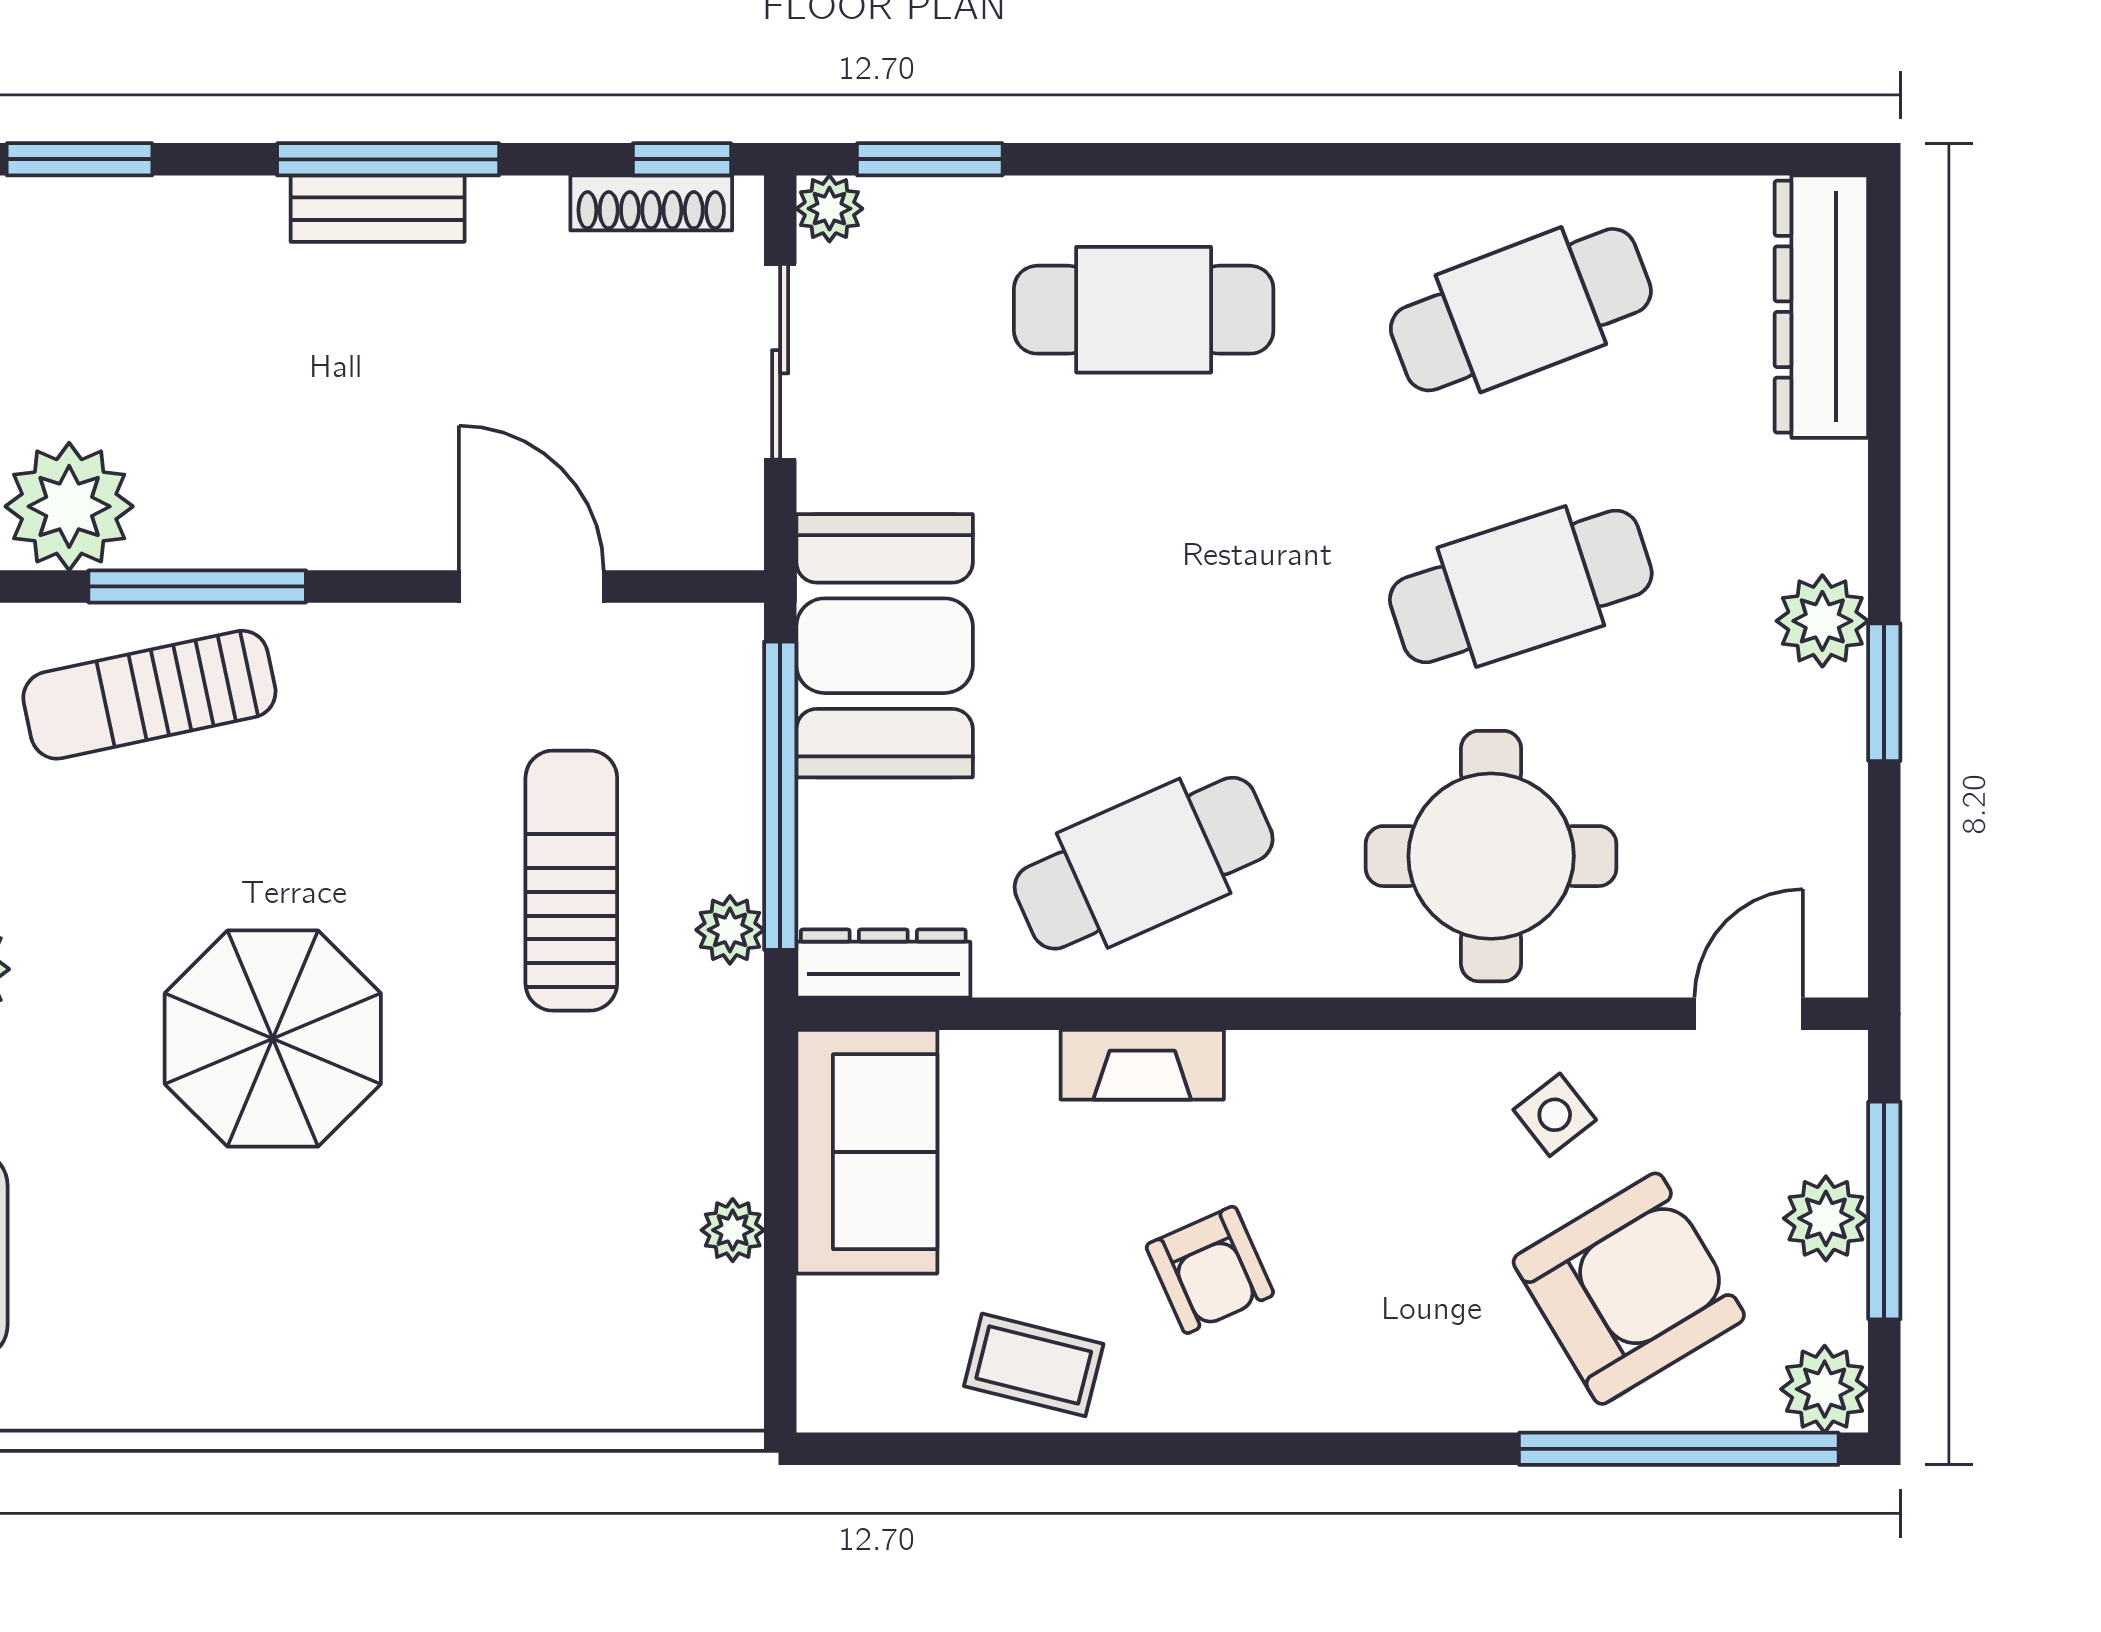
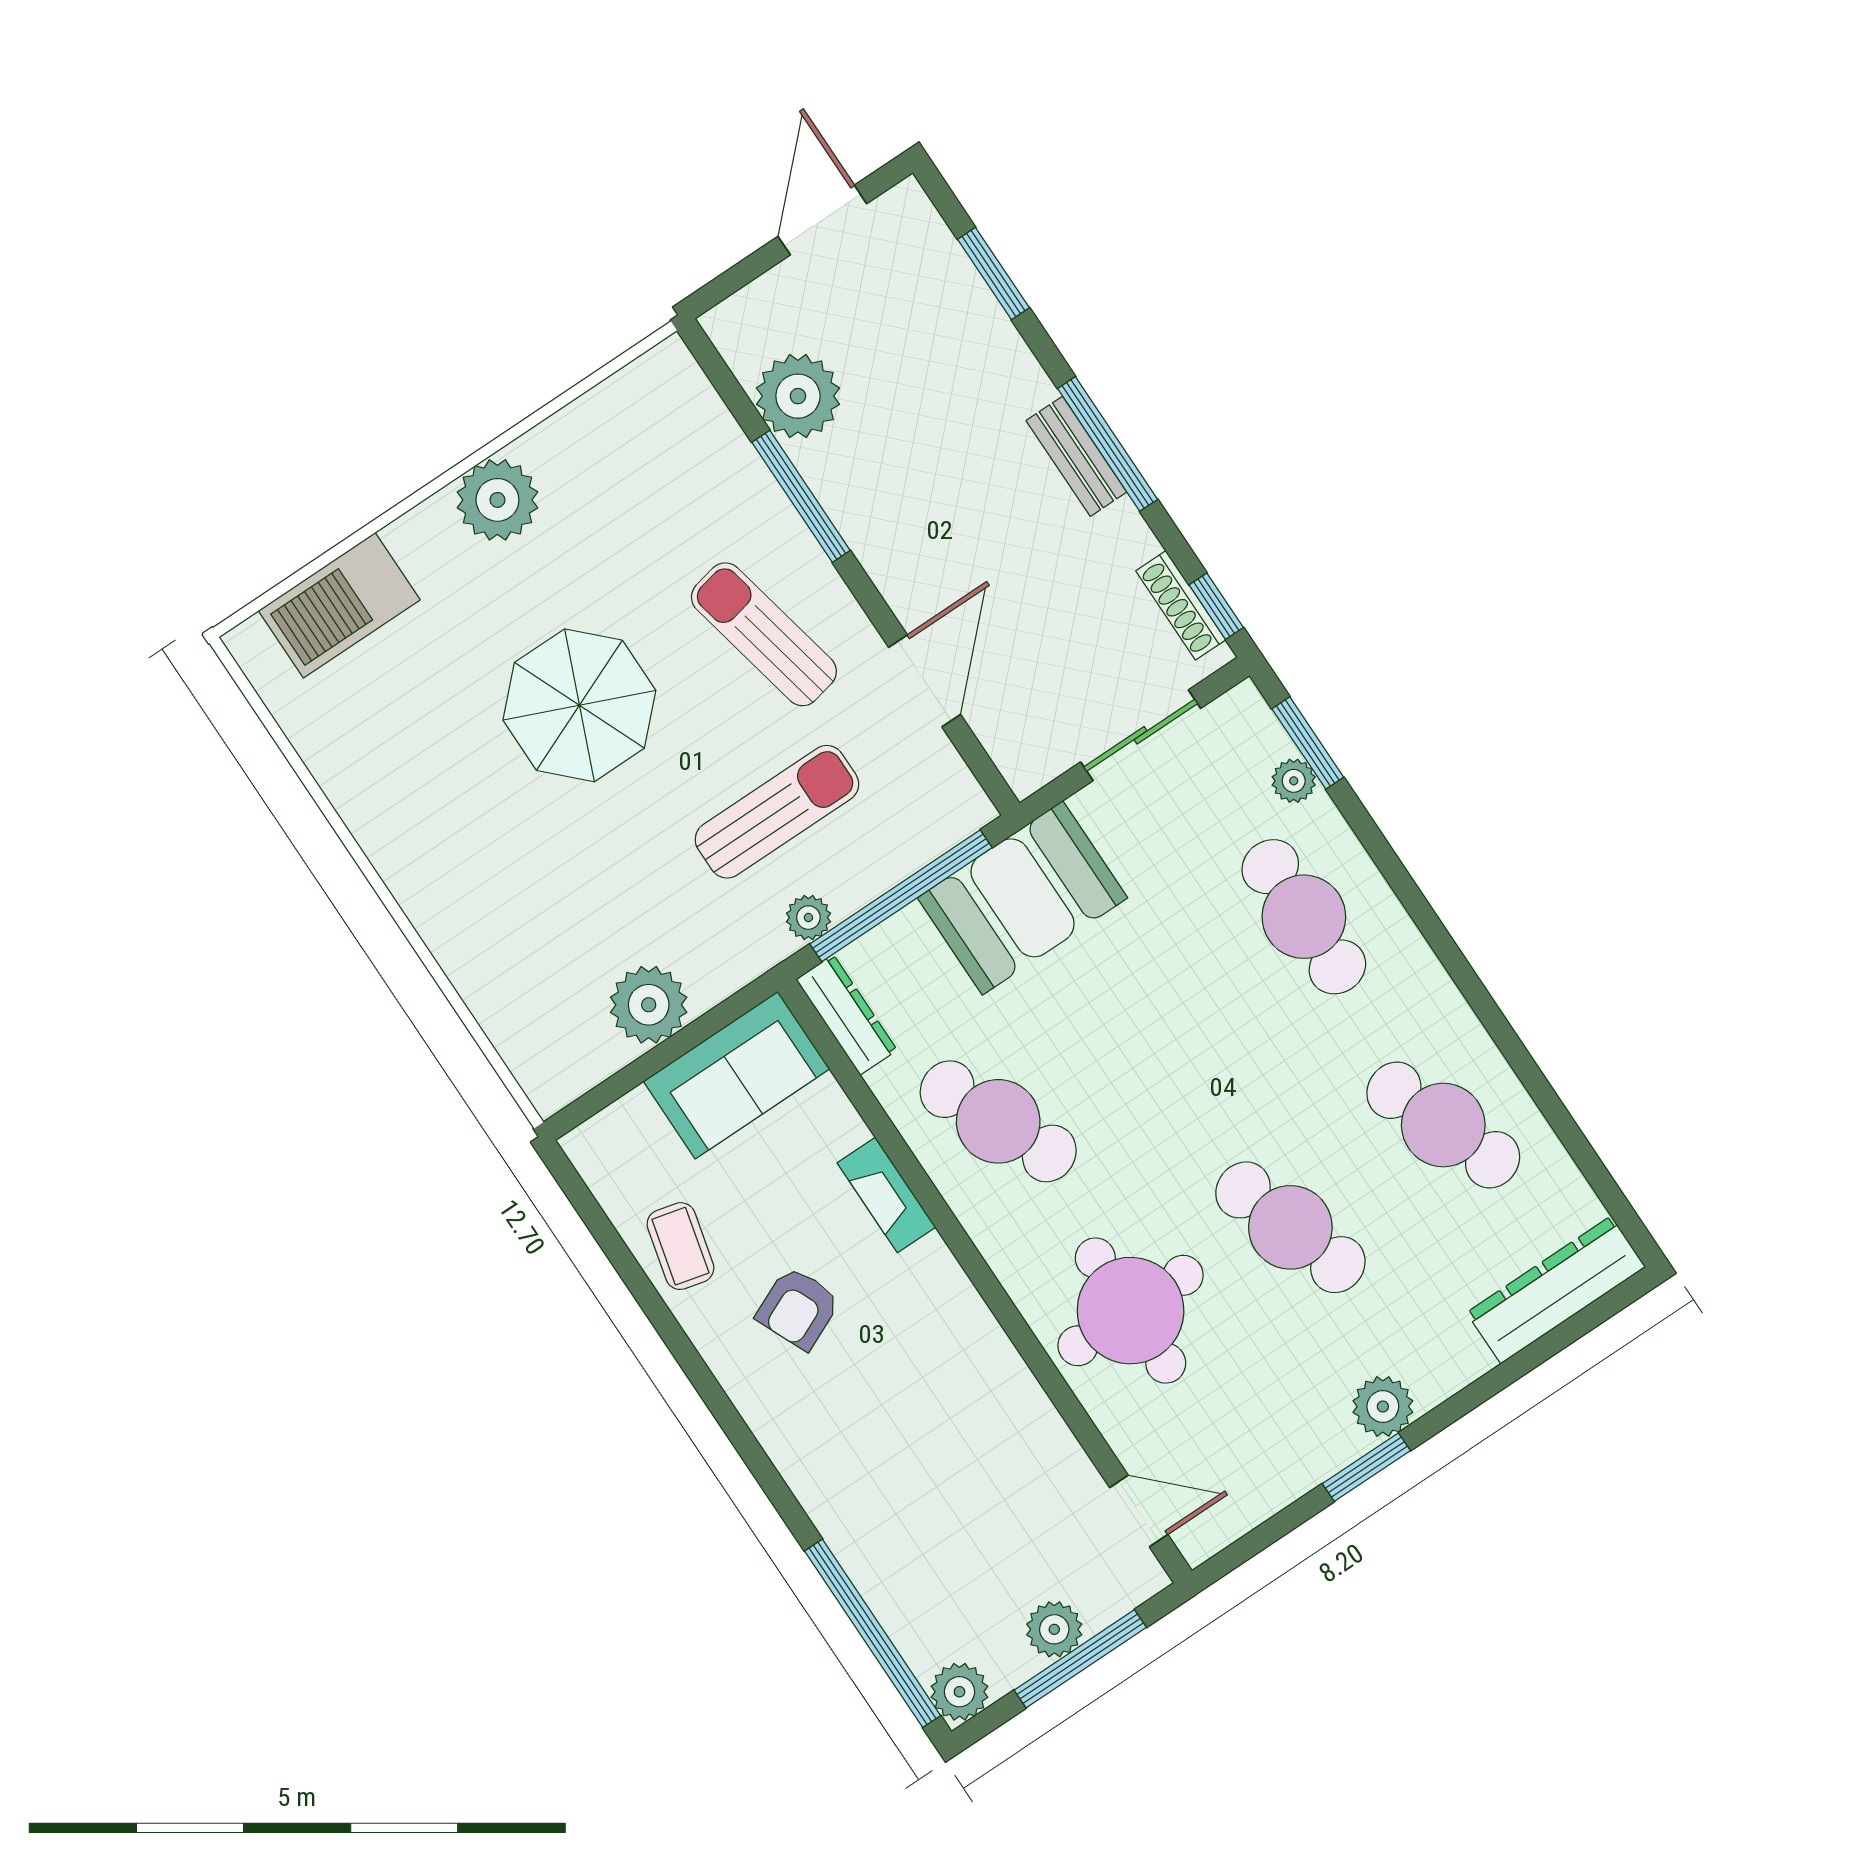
plant: (829, 209) -> (1294, 781), moved
sun lounger: (149, 695) -> (764, 634), moved
side table: (1555, 1115) -> (1011, 1441), removed
plant: (733, 1230) -> (649, 1005), width x1.87, depth x1.87
armchair: (1629, 1289) -> (943, 1546), removed

